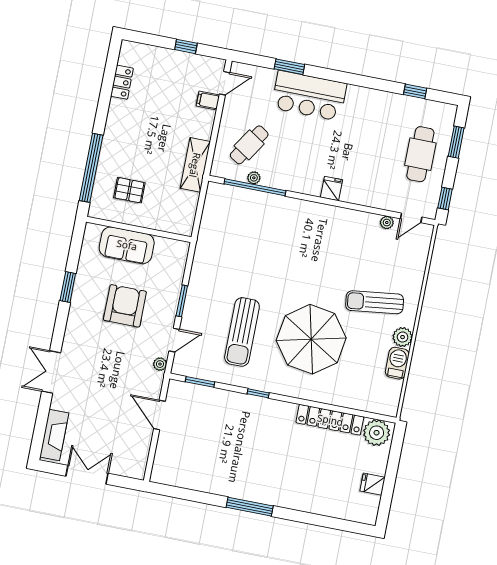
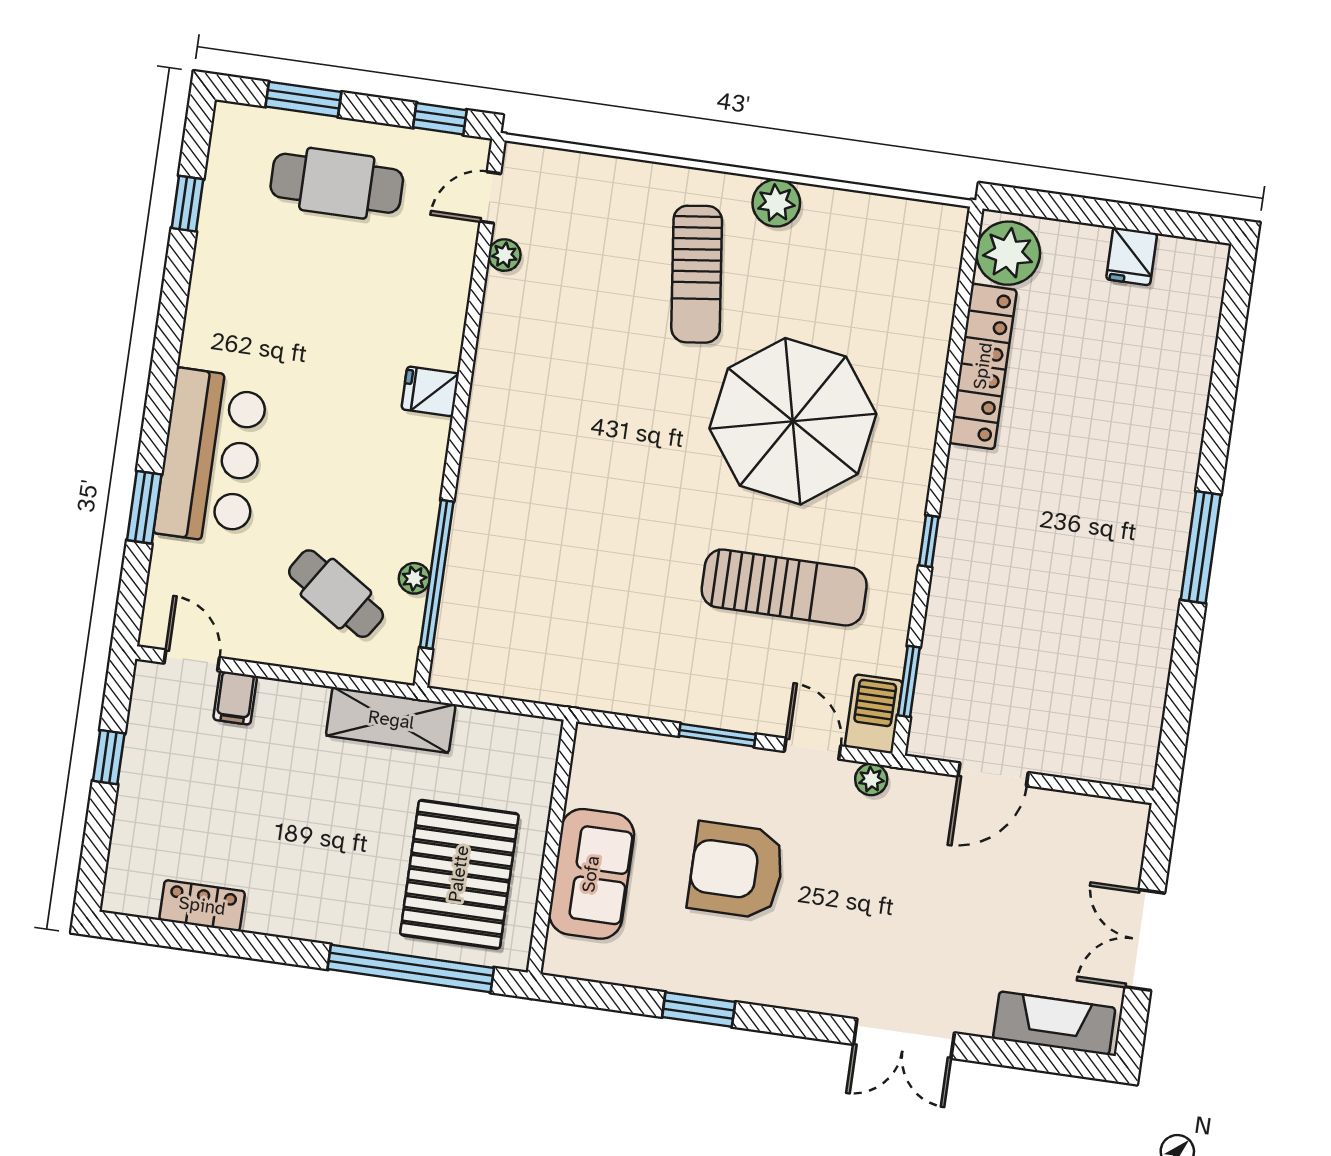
pallet: (129, 190) -> (459, 874), width x2.05, depth x2.00
door: (411, 218) -> (490, 197), swing flipped
barbecue: (397, 363) -> (874, 714), moved, turned 90

